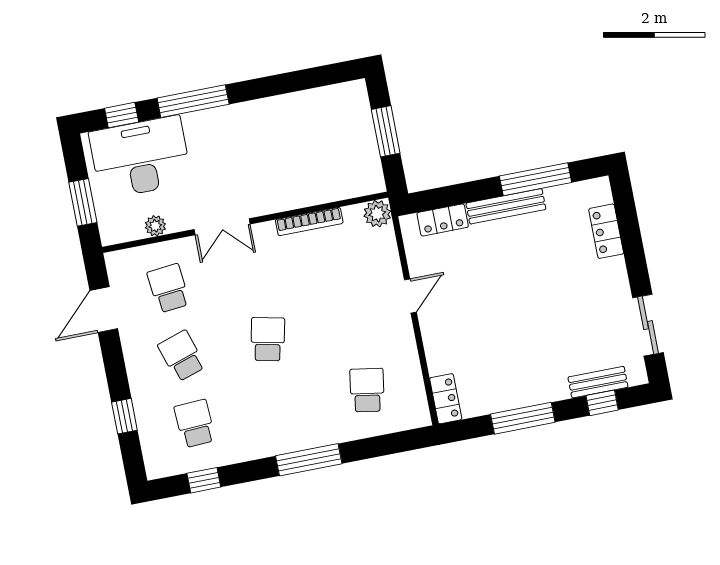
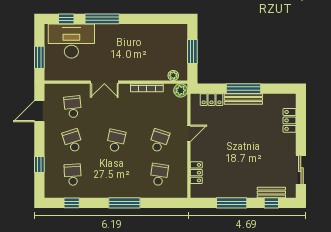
window: (536, 179) -> (243, 89), moved
plant: (155, 226) -> (173, 75), moved
school desk: (354, 322) -> (159, 141), added
locker: (446, 399) -> (196, 173), moved

